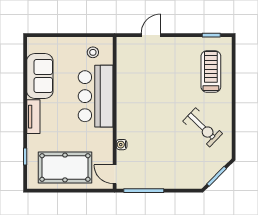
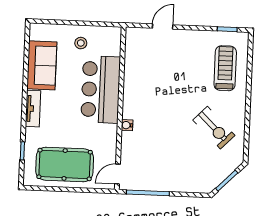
stool: (93, 52) -> (81, 43), moved
water cooler: (122, 145) -> (127, 125), moved
door: (115, 174) -> (117, 174), hinge flipped

